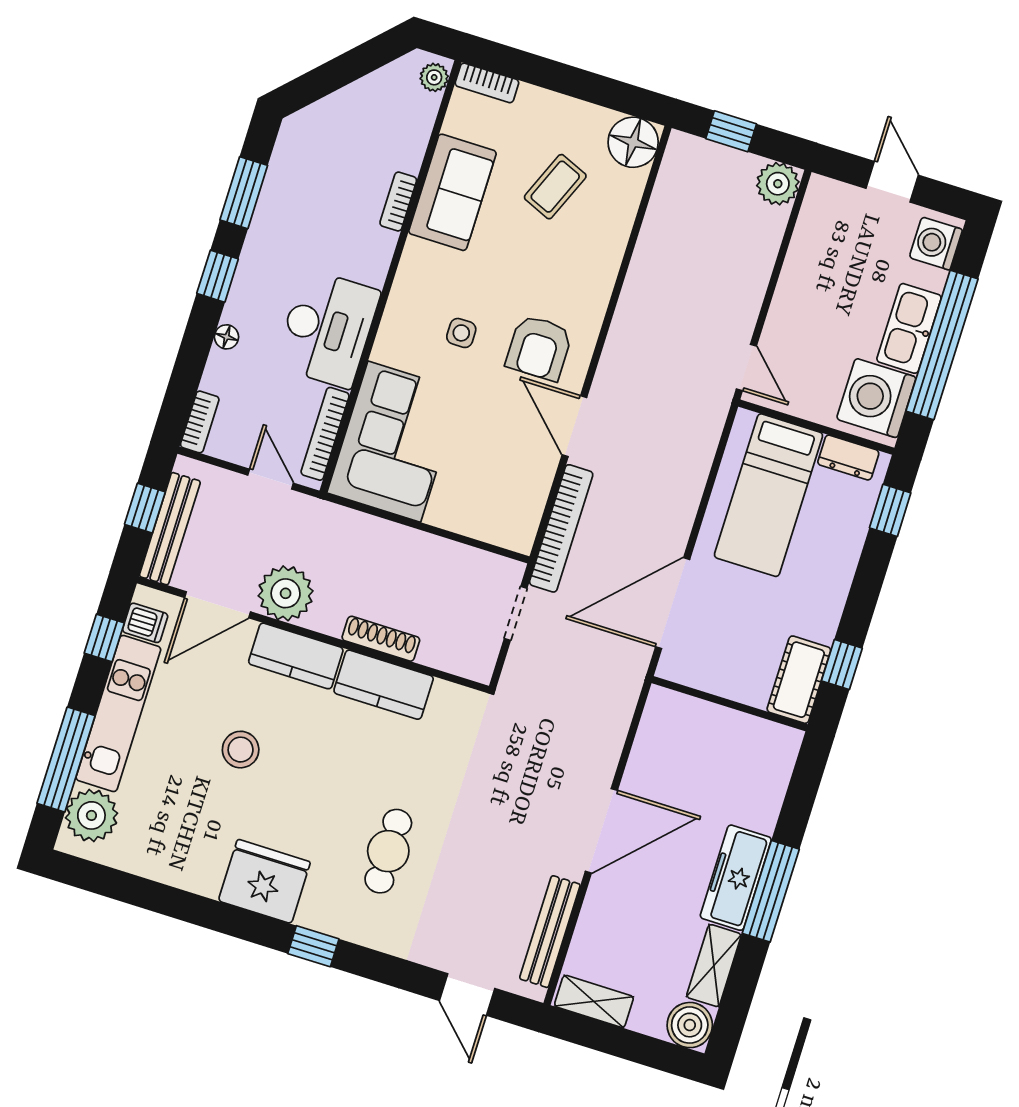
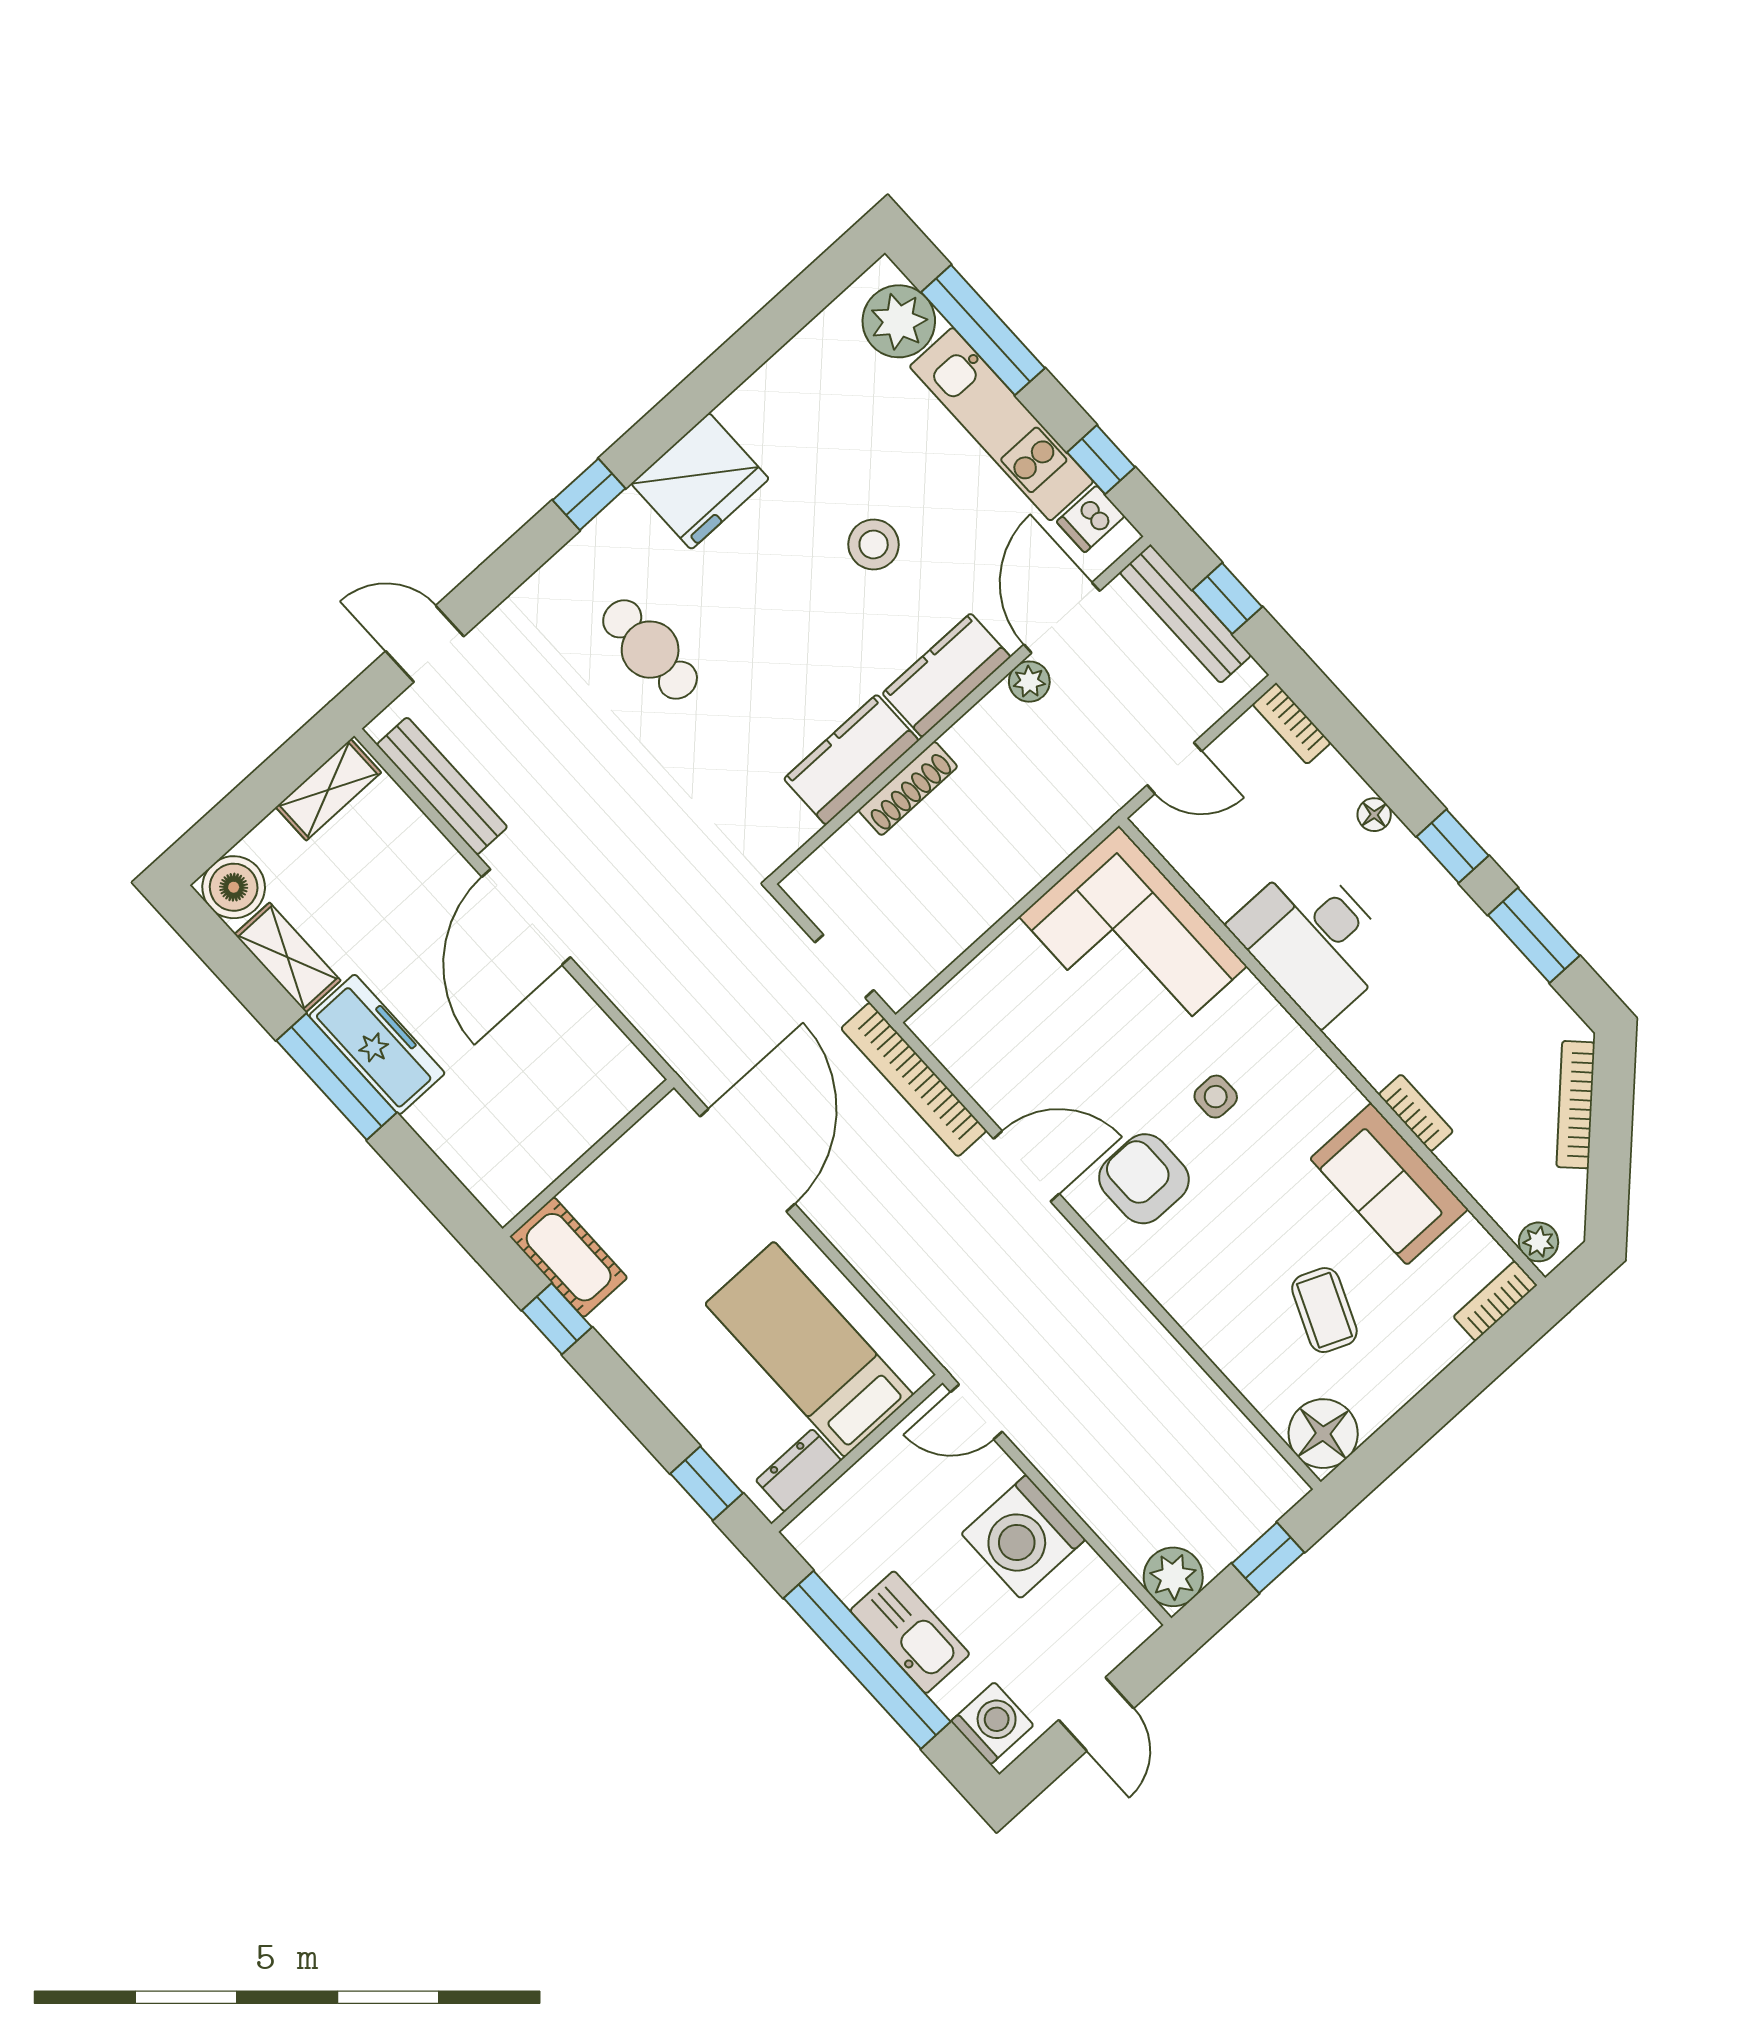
door: (892, 182) -> (1096, 1714), hinge flipped
washing machine: (876, 398) -> (1023, 1537), moved, turned 180
bookcase: (325, 434) -> (1576, 1105), moved, turned -135
plant: (286, 593) -> (1029, 682), width x0.53, depth x0.53

